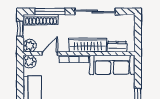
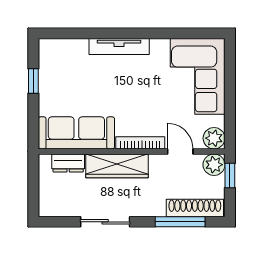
sliding door: (95, 12) -> (105, 222), width x0.73
window: (20, 29) -> (230, 175), moved
door: (50, 54) -> (180, 151), swing flipped

